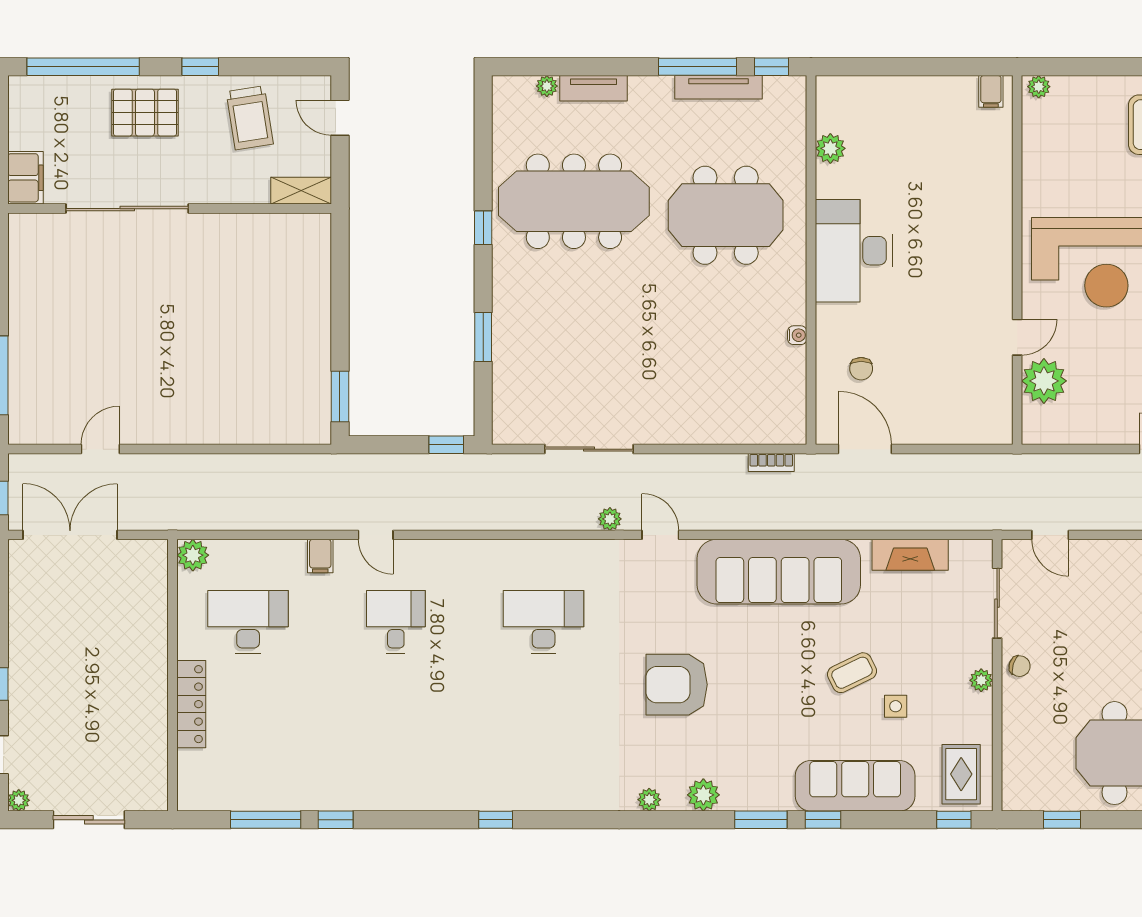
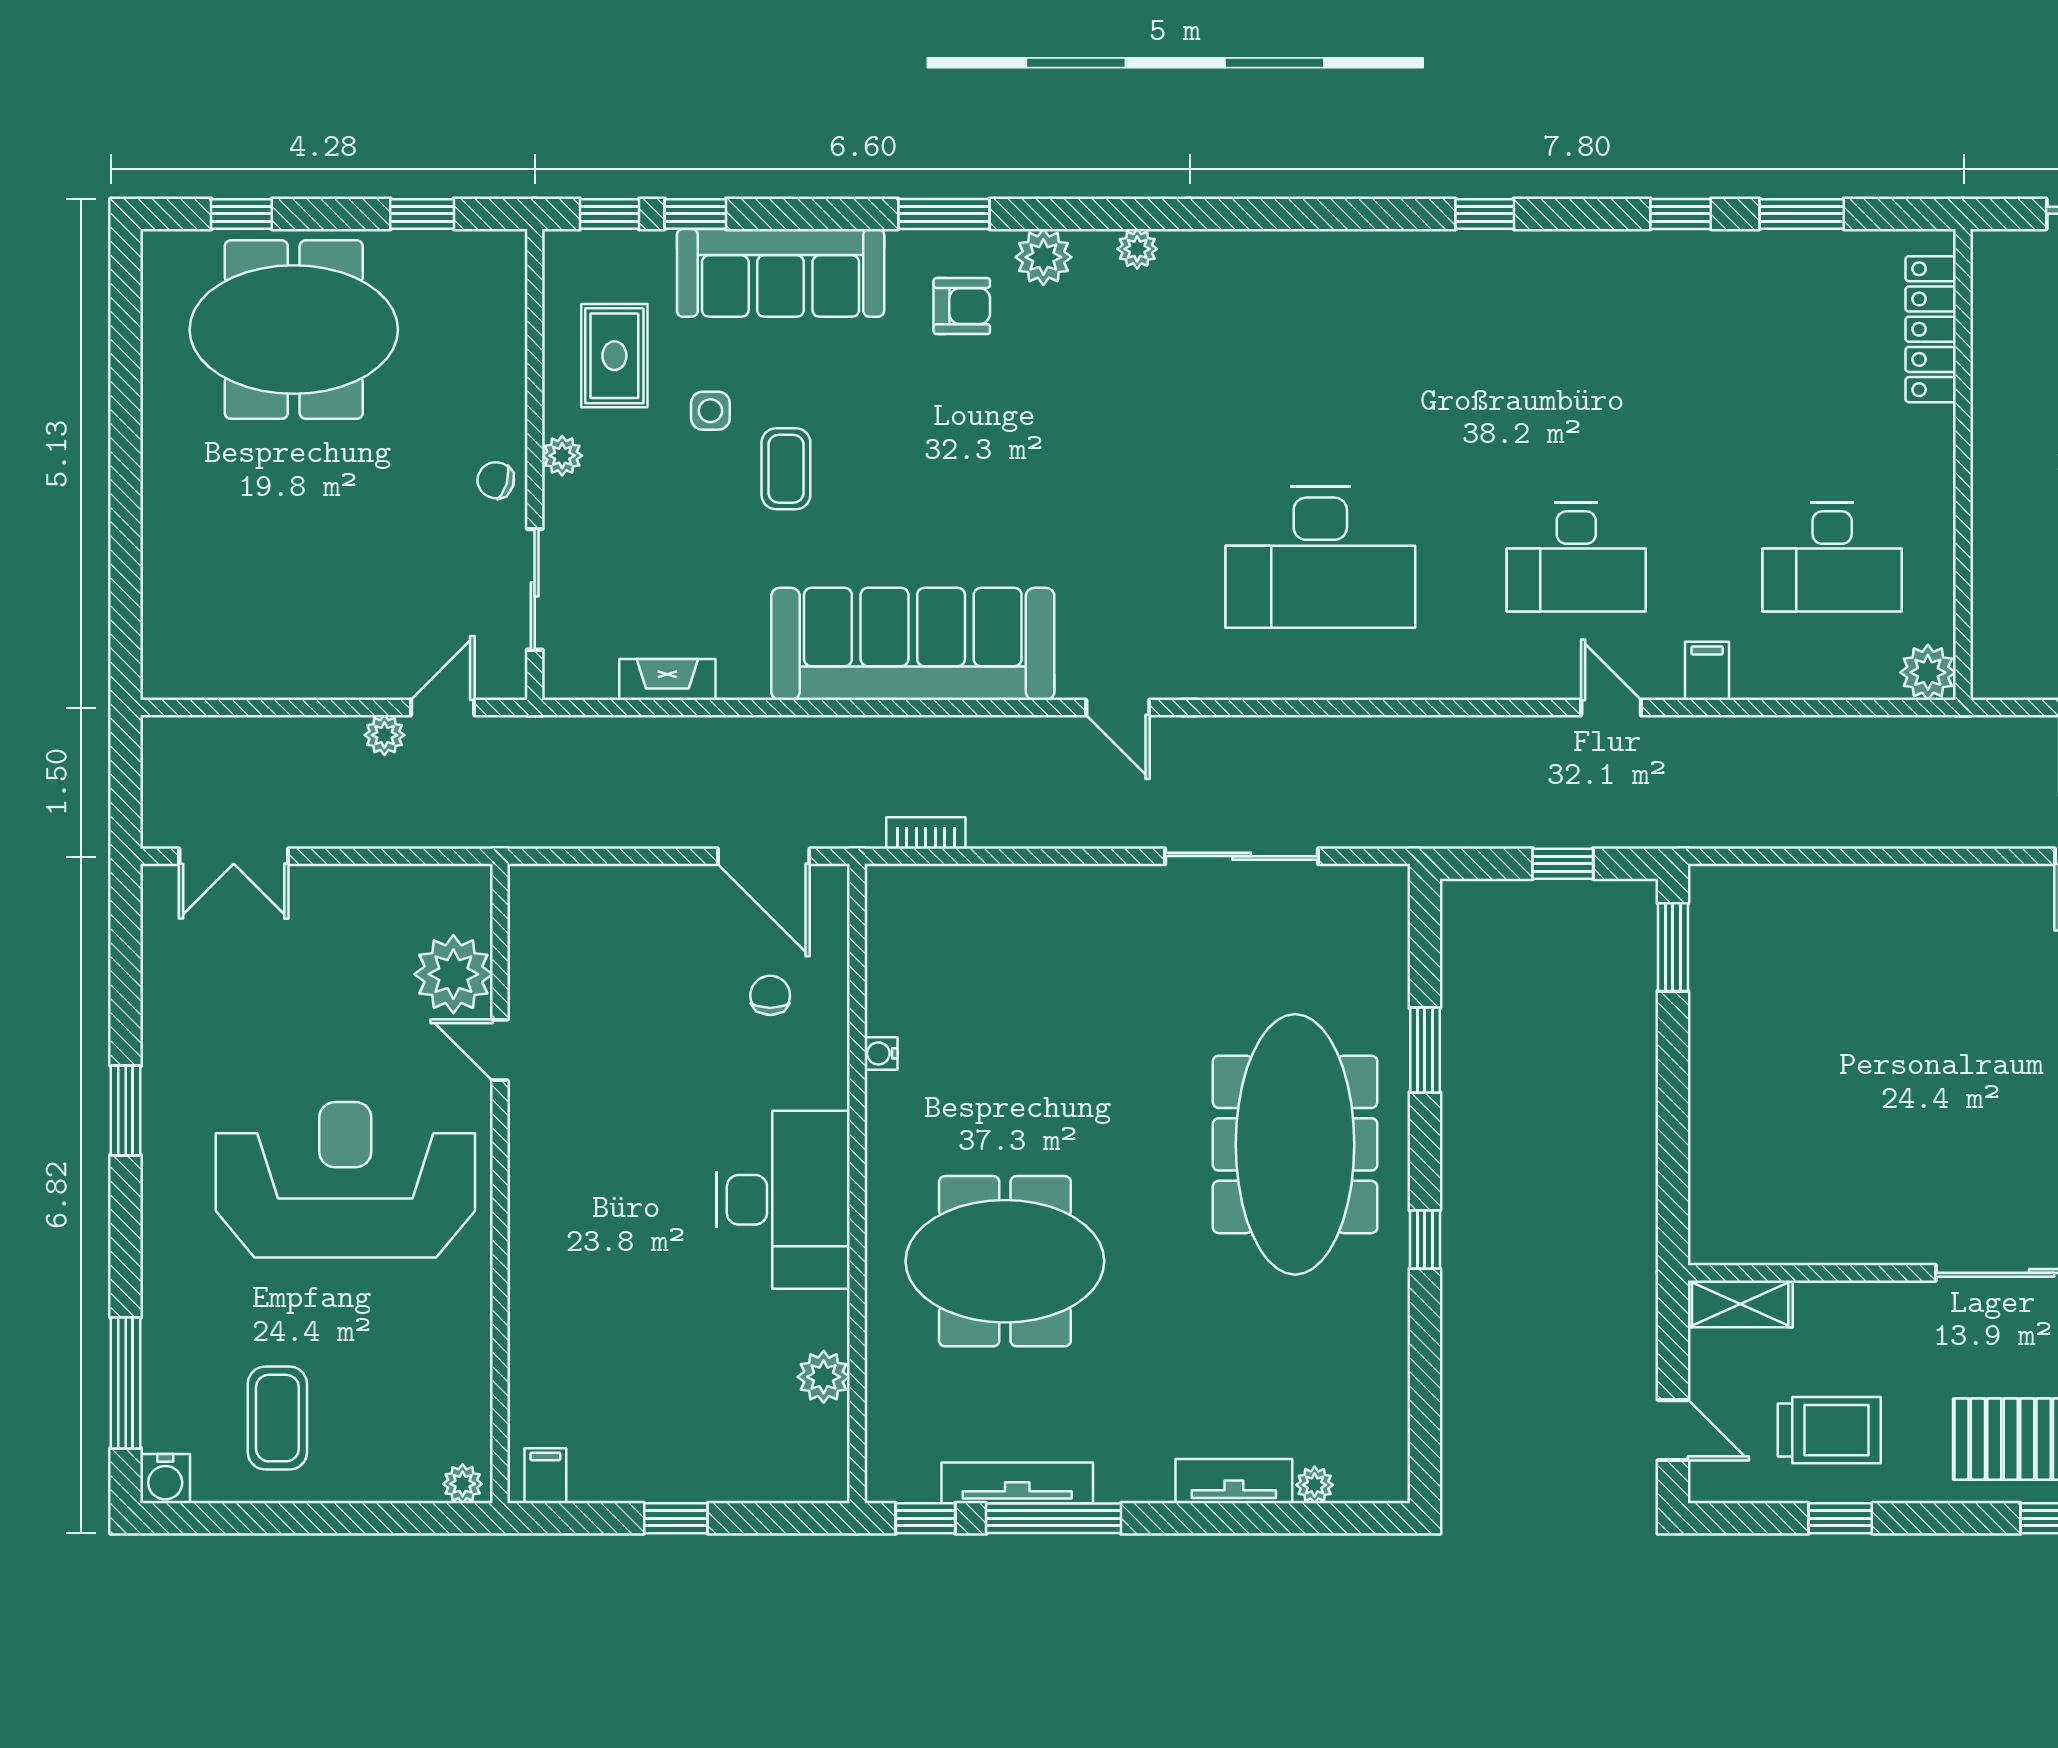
window: (200, 67) -> (1840, 1518), moved
window: (916, 67) -> (676, 1518), added
trolley: (250, 118) -> (1829, 1430), turned 99
meeting table: (574, 201) -> (1295, 1144), moved, turned 90
door: (1017, 337) -> (500, 1050), hinge flipped
window: (446, 445) -> (1563, 864), moved
plant: (610, 519) -> (384, 735), moved
door: (1050, 535) -> (443, 707), hinge flipped
fireplace: (910, 555) -> (667, 679), width x0.73, depth x0.76
desk: (396, 622) -> (1576, 557), width x1.37
desk: (544, 622) -> (1320, 557), width x1.36, depth x1.30
coffee table: (852, 673) -> (786, 469), turned -64
armchair: (677, 685) -> (962, 306), moved, width x0.53, depth x0.53
locker: (191, 704) -> (1931, 329), moved
rug: (961, 774) -> (614, 356), moved
window: (266, 820) -> (1802, 214), width x0.69
window: (496, 820) -> (1485, 214), moved
window: (823, 820) -> (695, 214), moved

